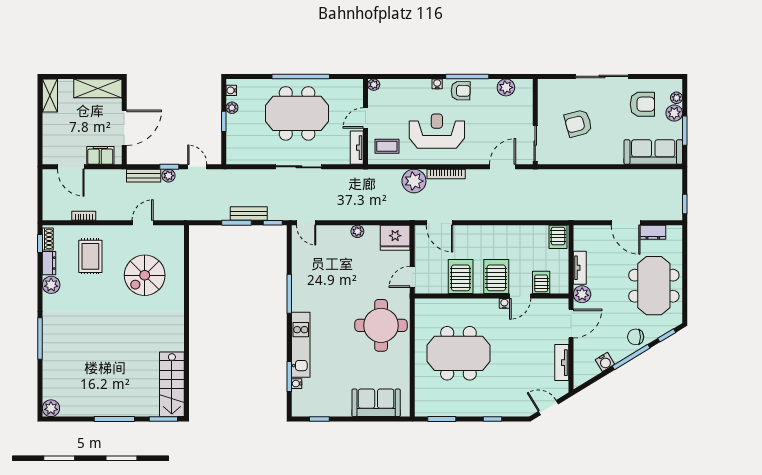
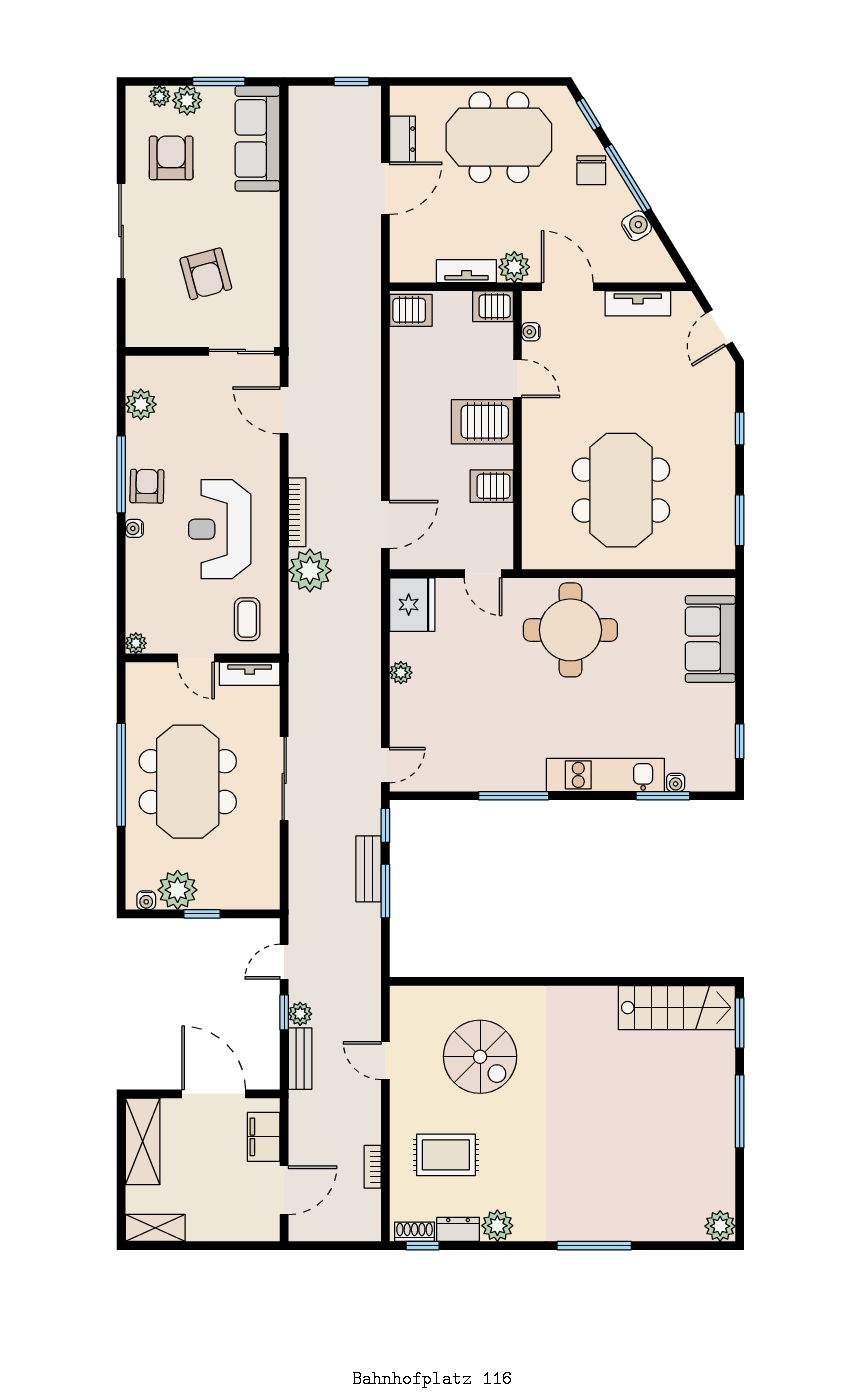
plant: (232, 108) -> (178, 890), width x1.87, depth x1.87
server rack: (461, 277) -> (492, 486), width x0.73, depth x0.70
server rack: (541, 282) -> (493, 306), moved
water cooler: (504, 303) -> (531, 332), moved

